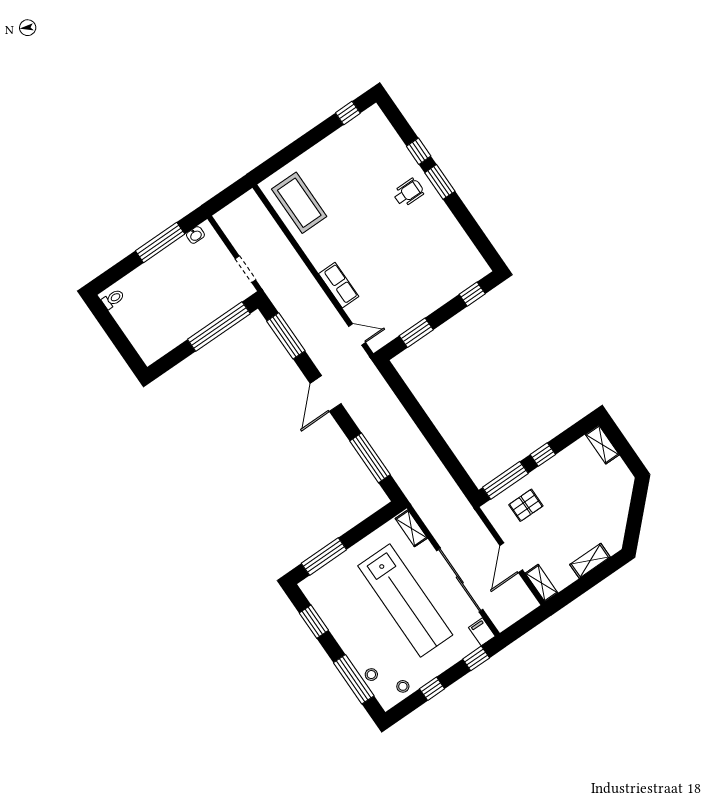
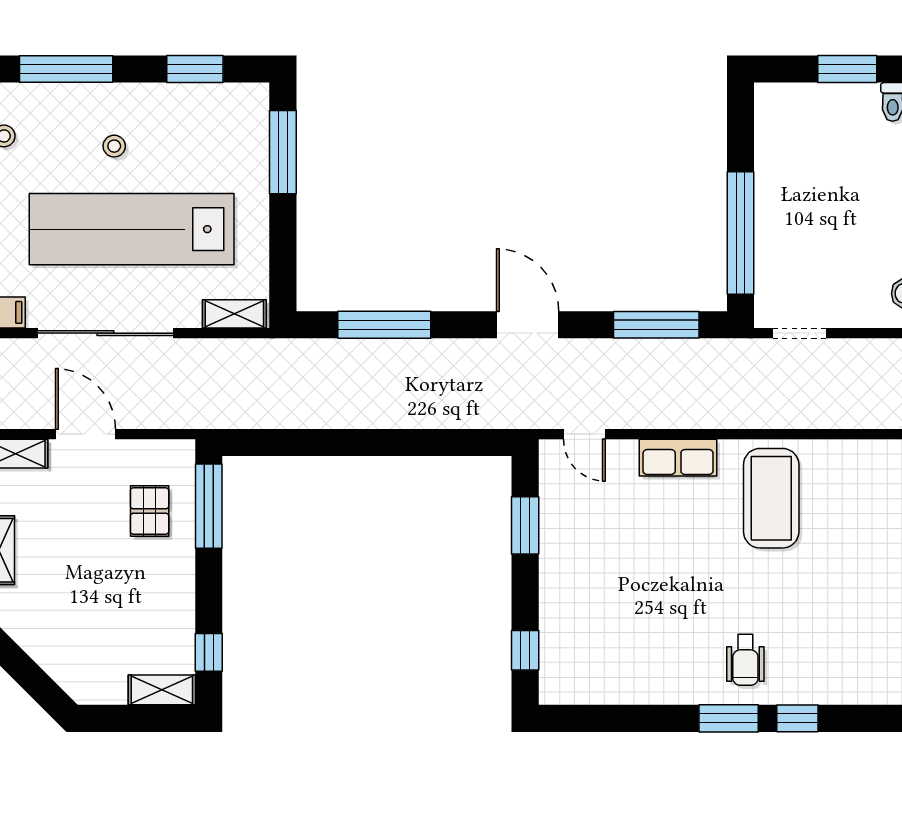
coffee table: (299, 203) -> (771, 498), moved, turned 90
window: (112, 329) -> (847, 69), added
door: (357, 334) -> (584, 434), hinge flipped
window: (543, 454) -> (209, 652), moved
stool: (371, 675) -> (114, 146), moved

